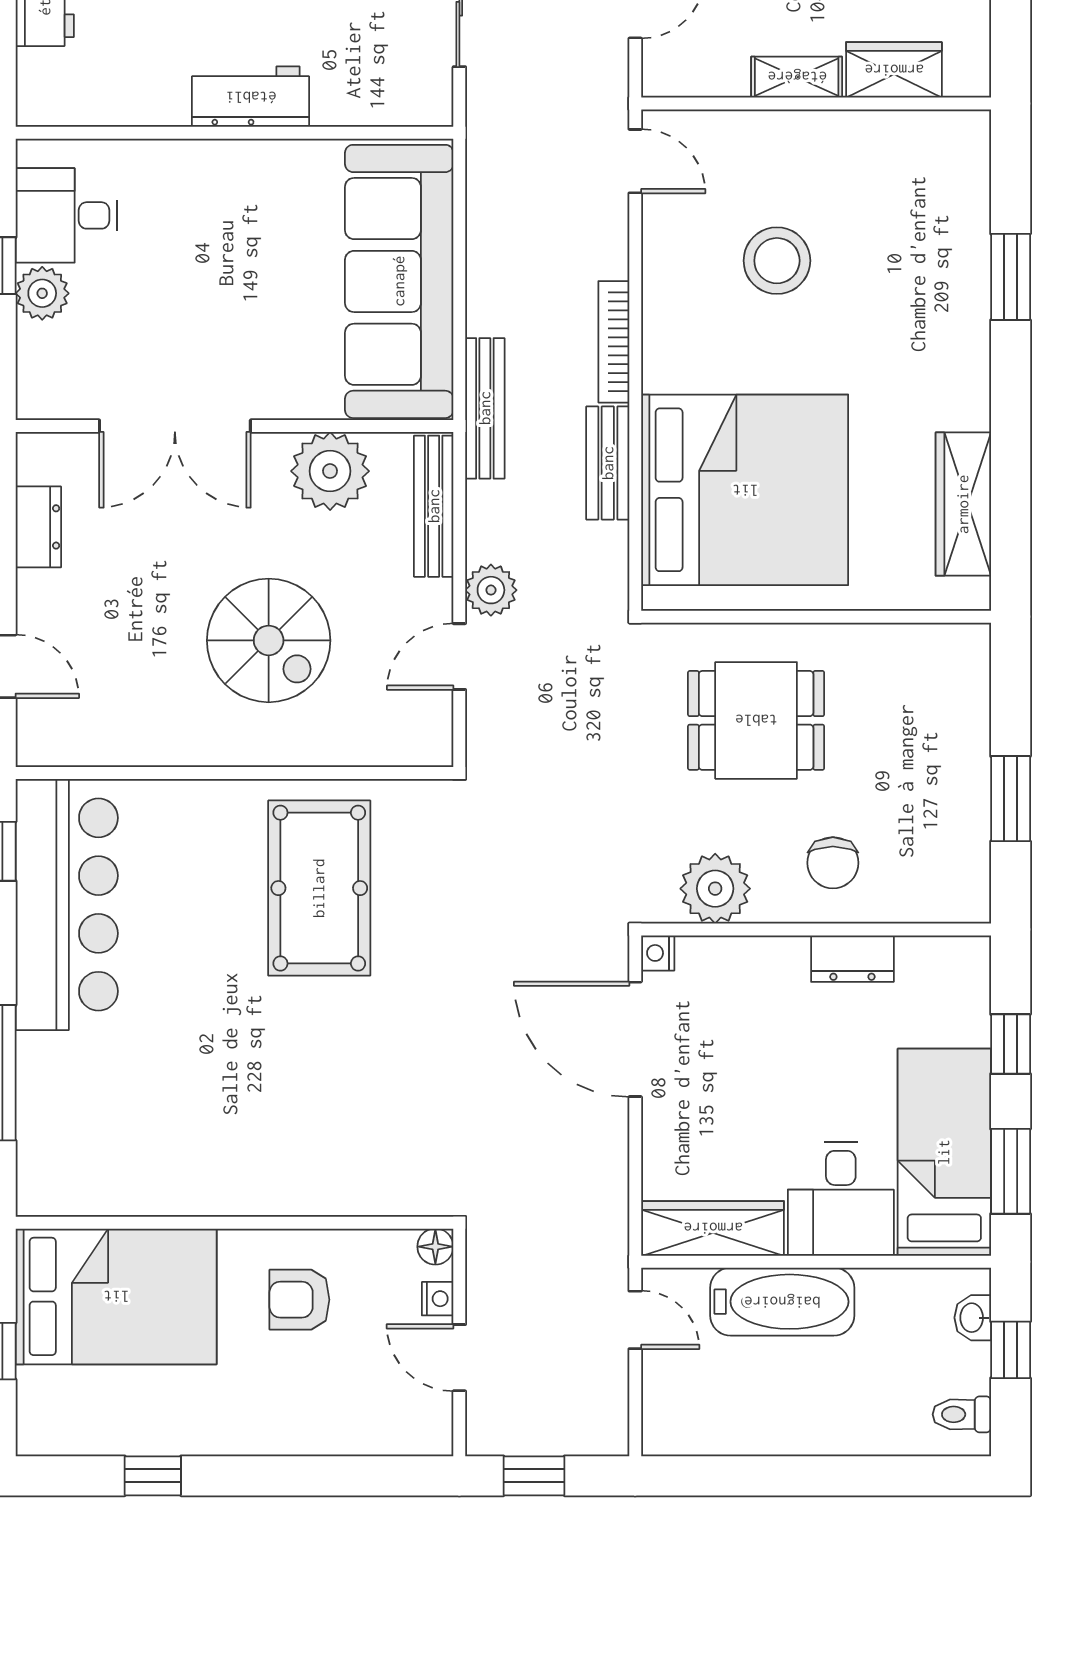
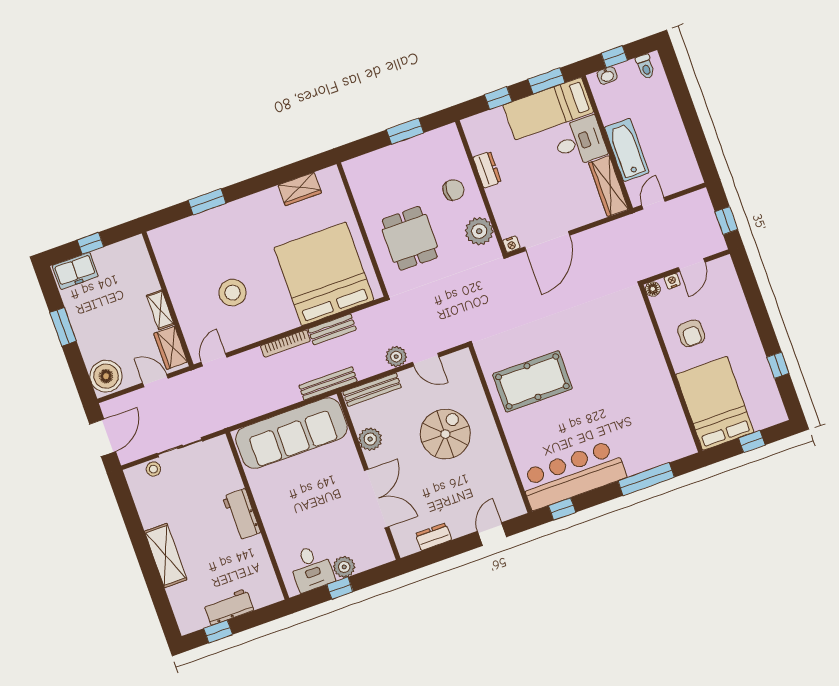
wardrobe: (894, 70) -> (171, 348), moved
plant: (330, 471) -> (370, 439), width x0.73, depth x0.73
wardrobe: (963, 504) -> (300, 189), width x0.67

